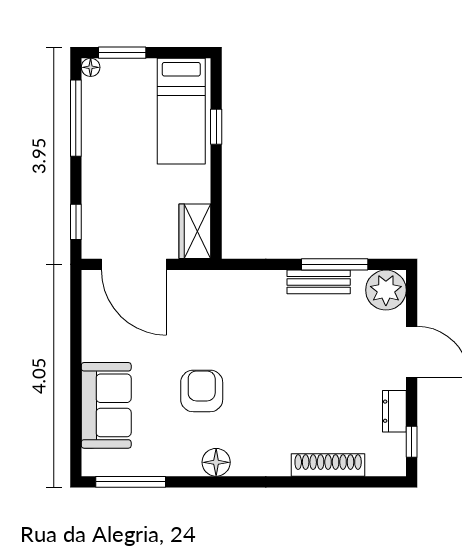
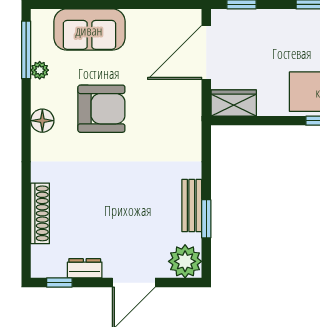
window: (335, 264) -> (206, 219), width x0.69
armchair: (202, 391) -> (101, 109), width x1.36, depth x1.36
plant: (155, 465) -> (40, 70), added

